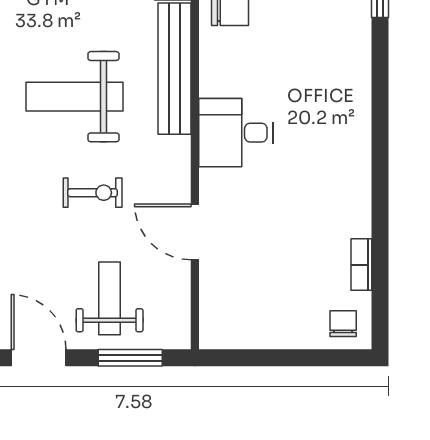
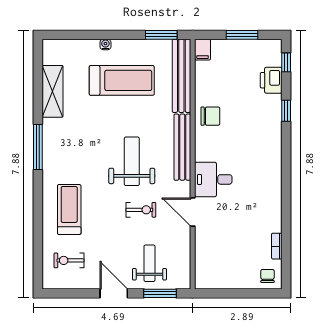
weight bench: (75, 97) -> (132, 161), turned 90
door: (195, 232) -> (193, 212), moved

